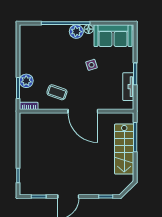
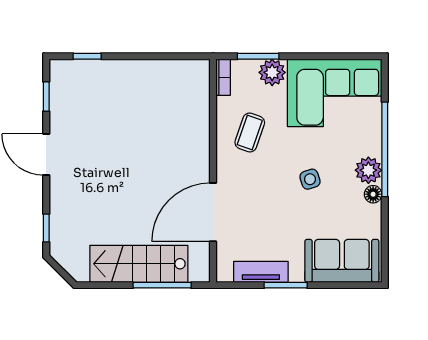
sofa: (113, 36) -> (342, 261), moved, turned 90
corner sofa: (37, 49) -> (335, 93), added
side table: (91, 65) -> (310, 179), moved
door: (83, 111) -> (213, 212), moved

